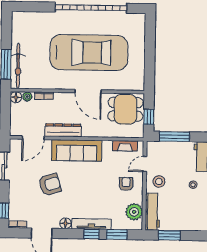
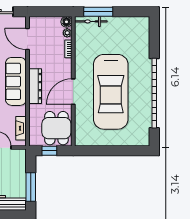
bicycle: (18, 66) -> (91, 21), width x0.73, depth x0.71
dresser: (63, 130) -> (35, 86), moved
window: (174, 137) -> (31, 187), moved

